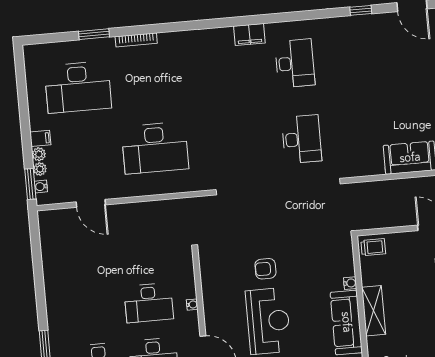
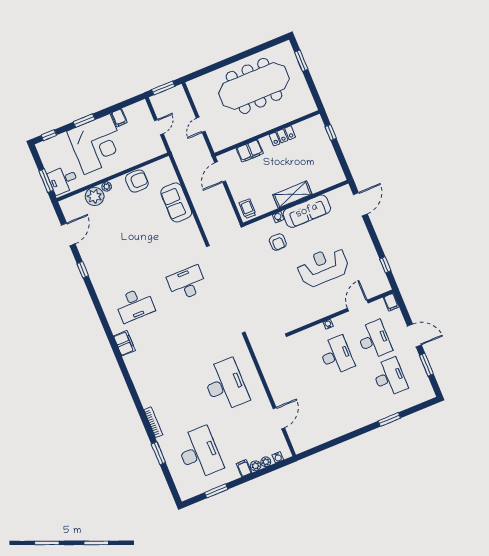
desk: (295, 63) -> (135, 305), turned 180
window: (30, 184) -> (216, 491), moved
armchair: (265, 269) -> (278, 242), moved

